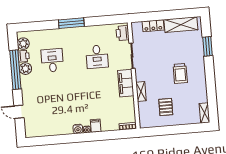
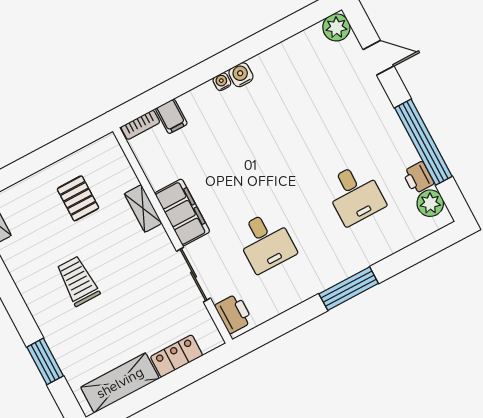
desk: (97, 57) -> (266, 242), turned 180
plant: (25, 69) -> (336, 27), moved
filing cabinet: (96, 126) -> (171, 116), moved

